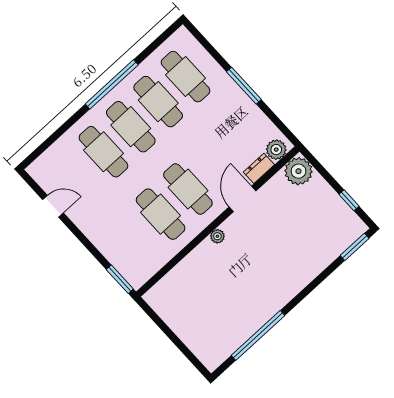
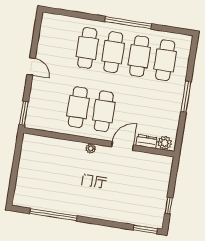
plant: (298, 171) -> (163, 165), removed
door: (53, 206) -> (31, 66), moved

